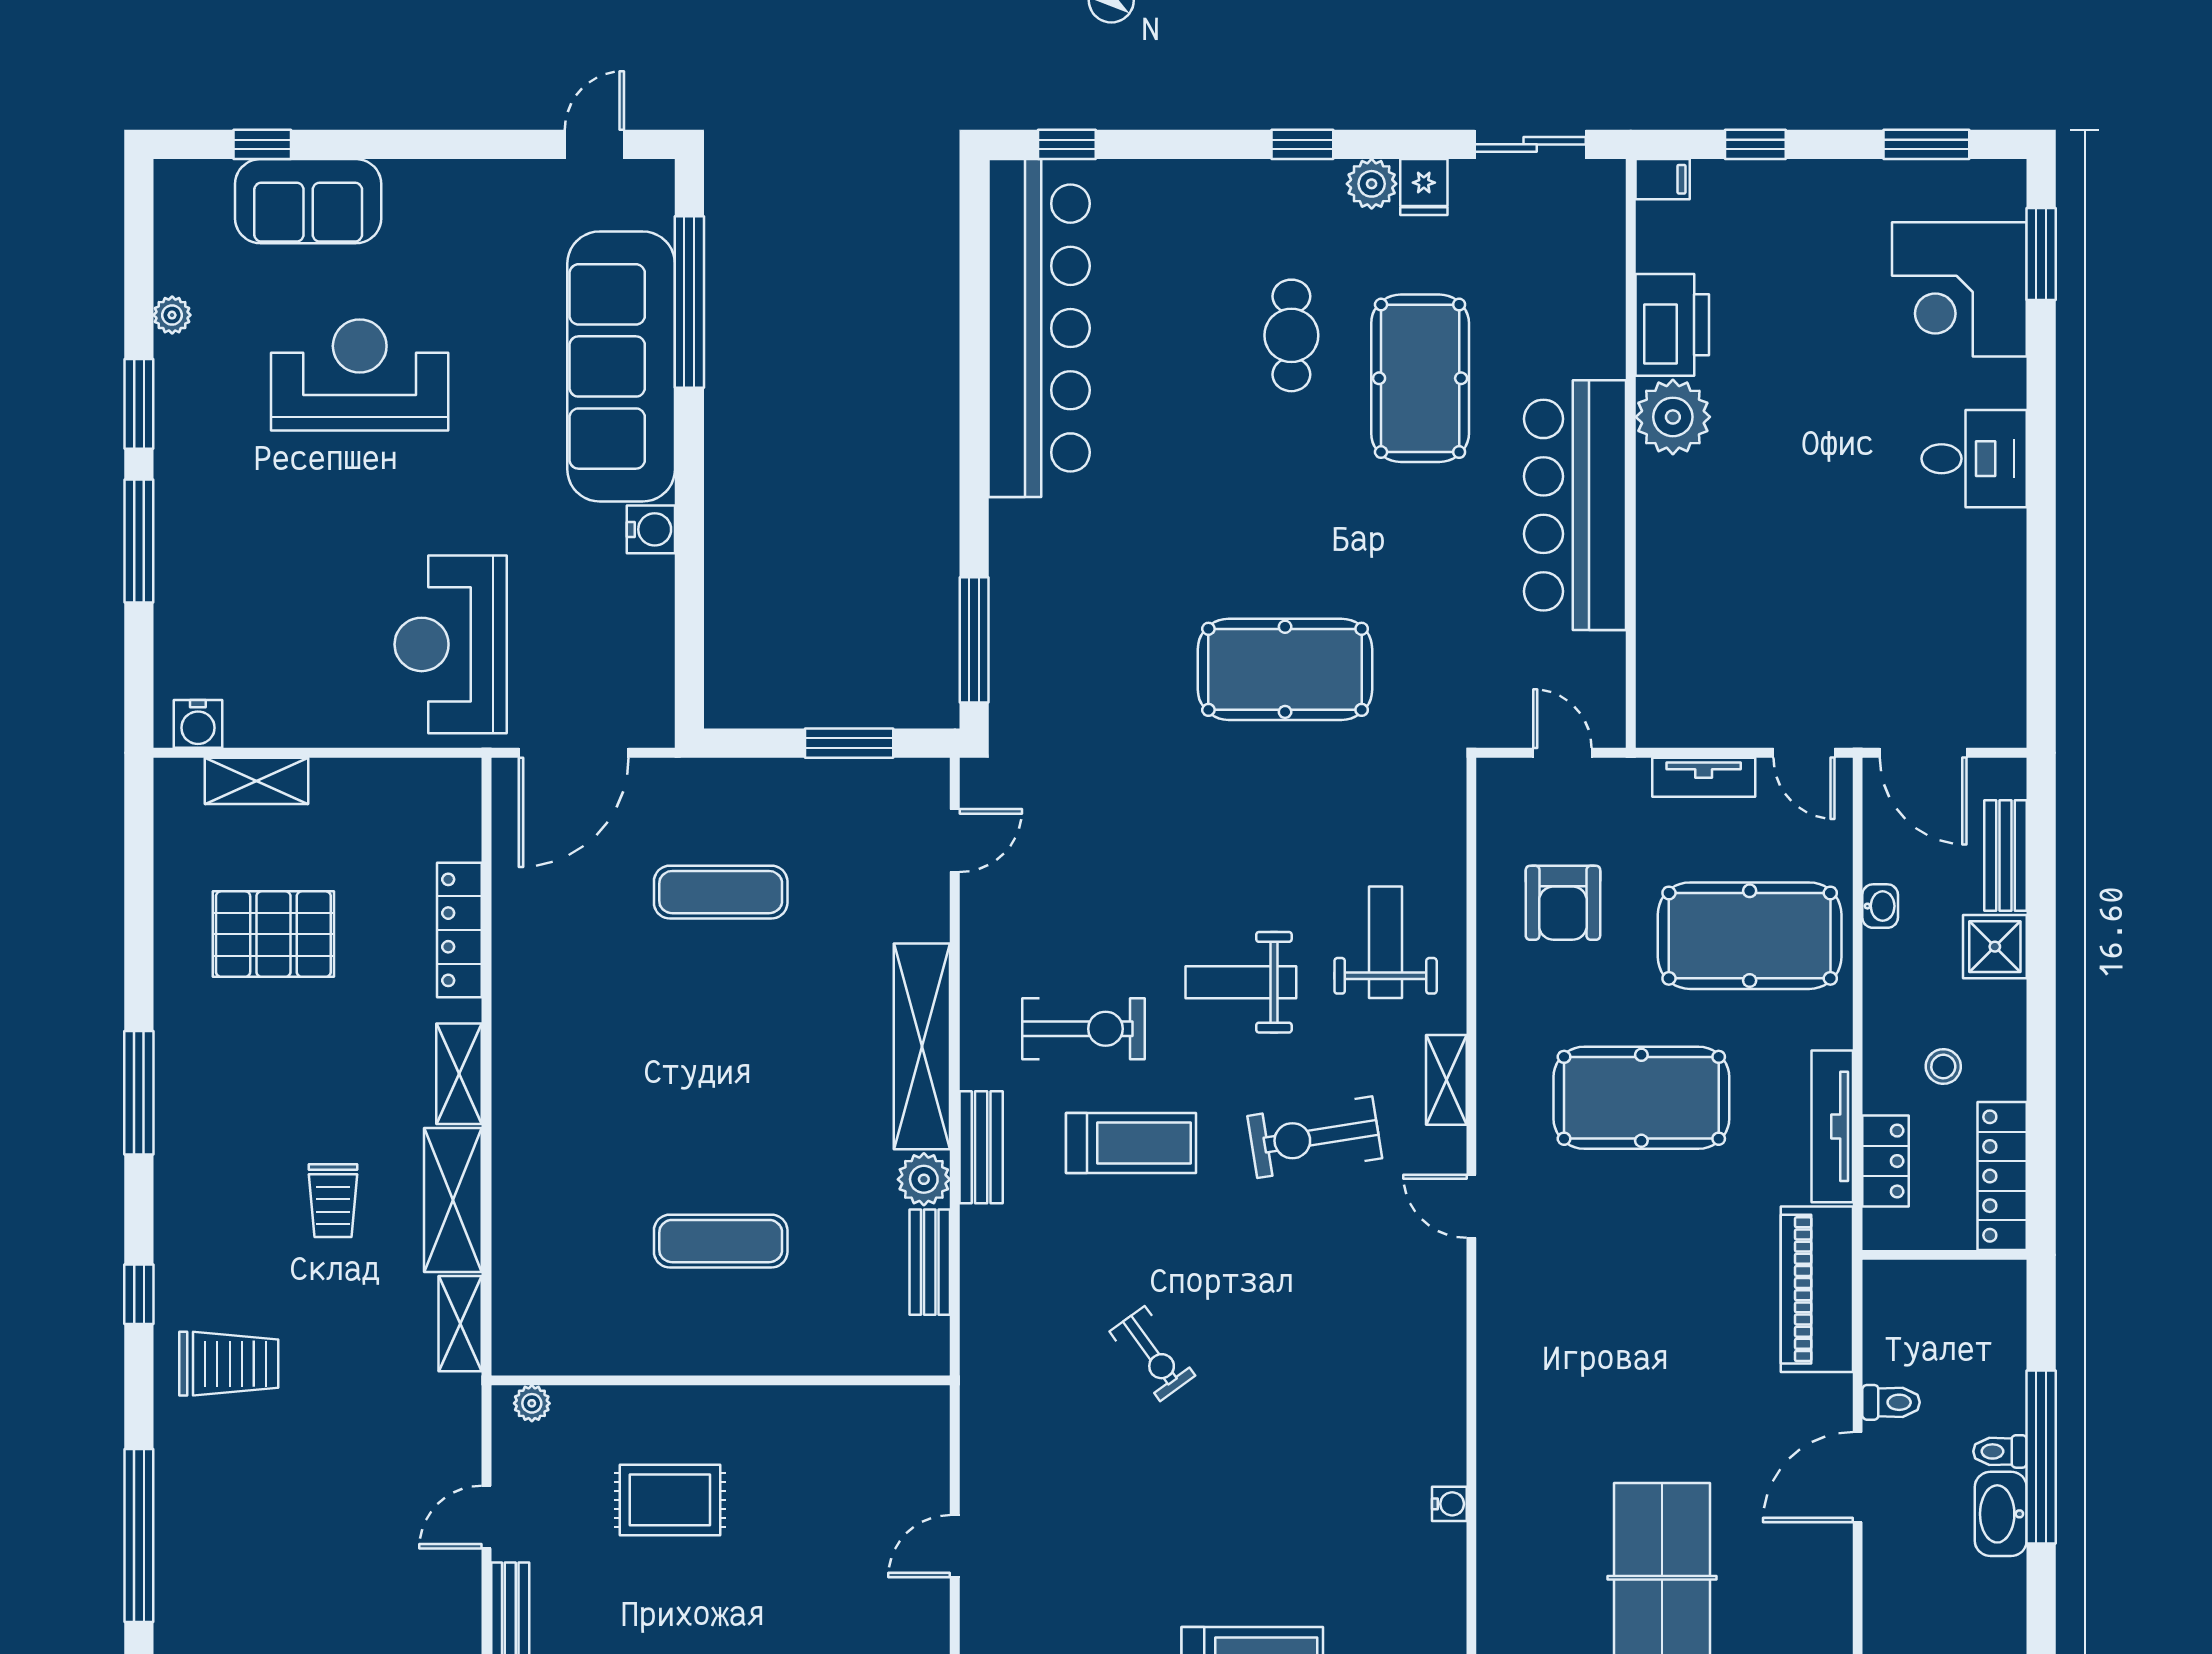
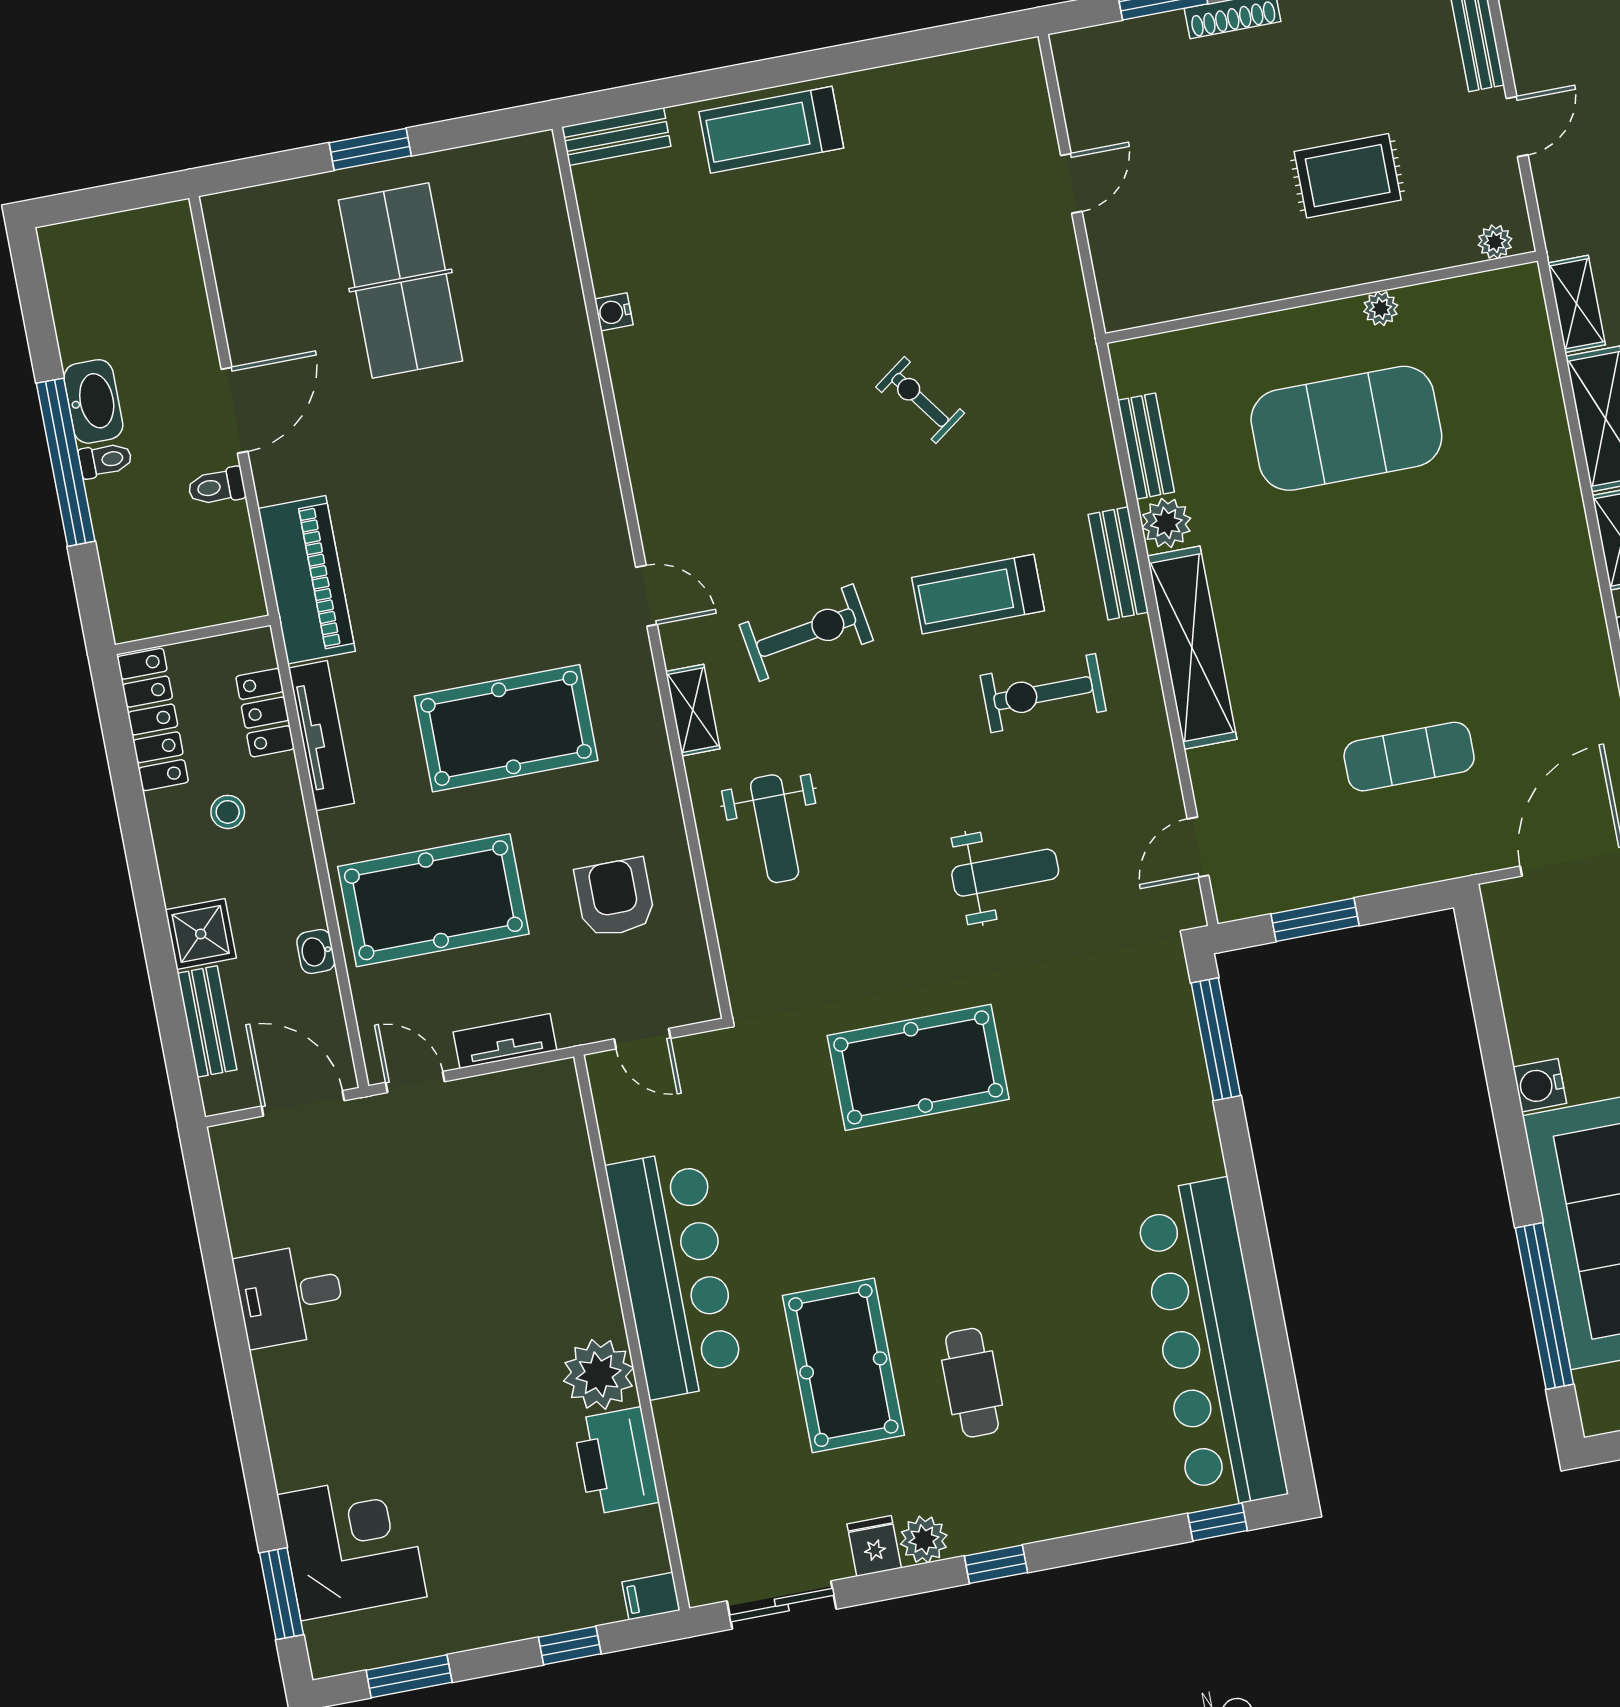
desk: (1974, 459) -> (290, 1295), moved
weight bench: (1241, 982) -> (1005, 873), moved
exercise mat: (721, 1241) -> (1346, 428), width x2.00, depth x1.45
plant: (662, 1357) -> (1381, 308), added

